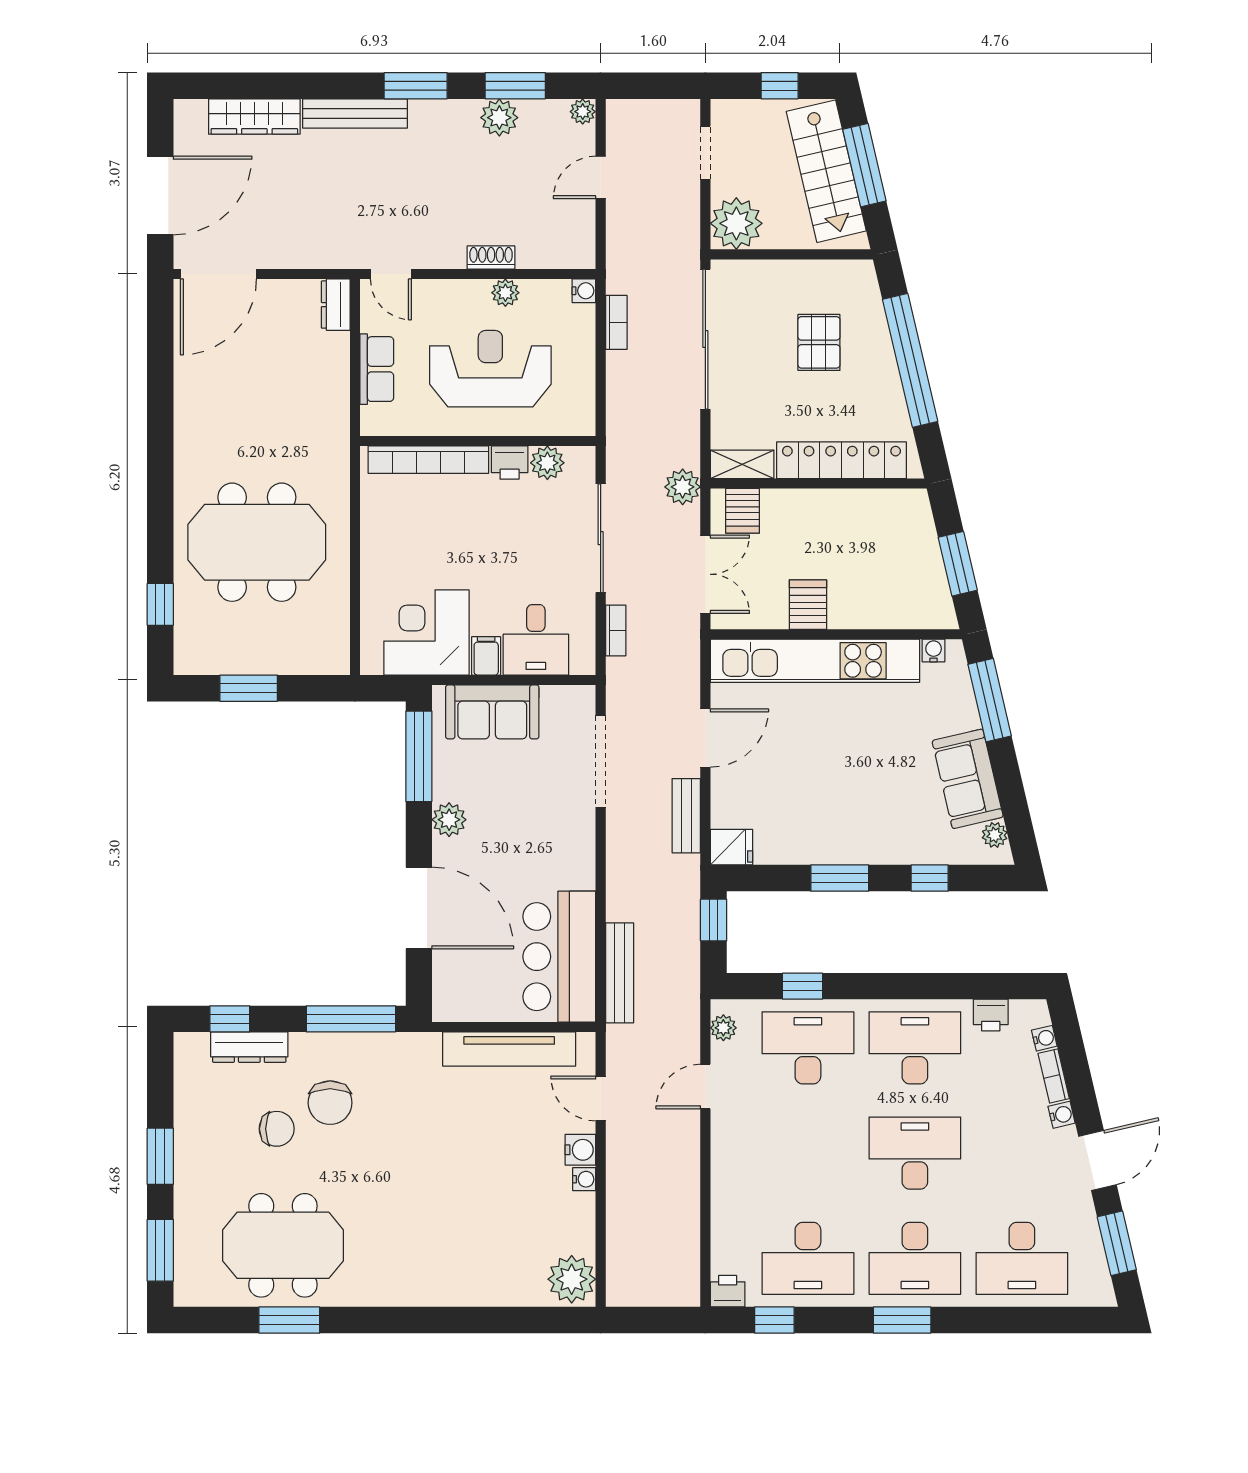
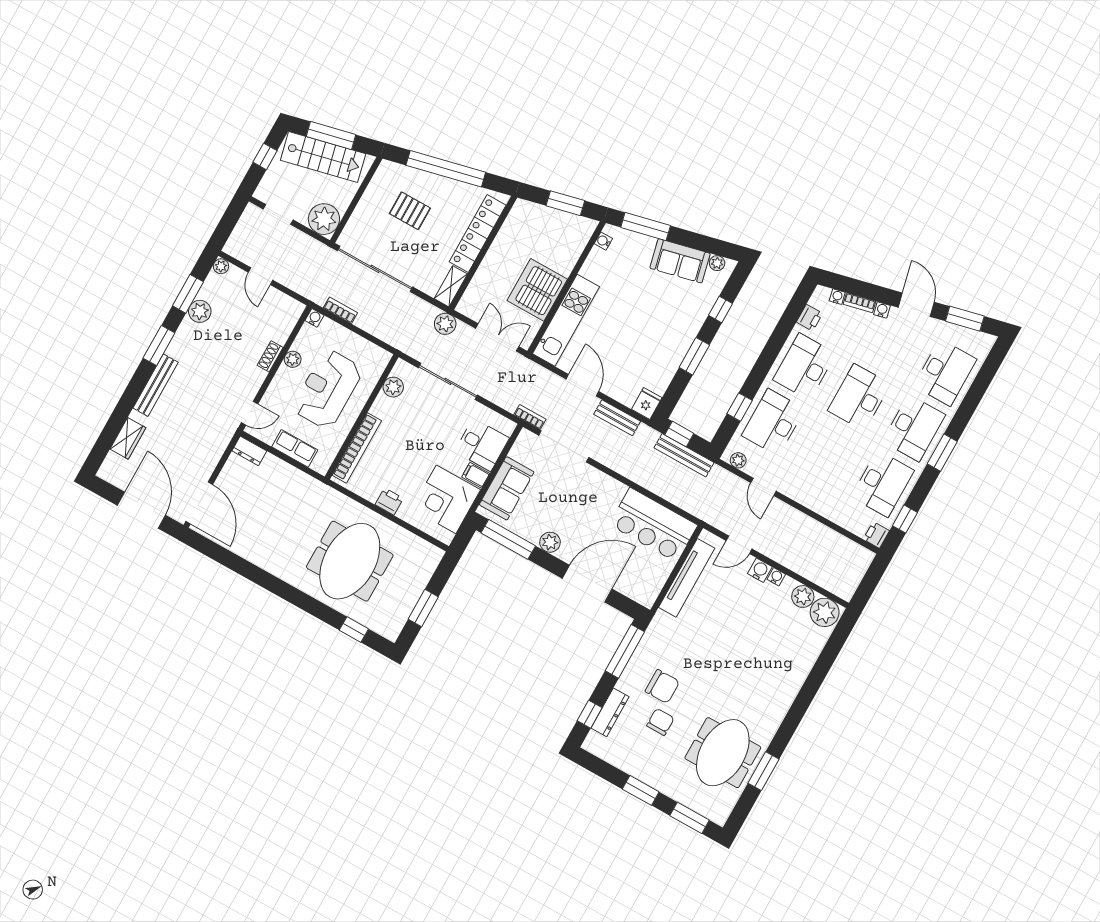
wardrobe: (254, 117) -> (128, 438), width x0.67
printer: (510, 463) -> (389, 501), moved, turned -90
server rack: (742, 511) -> (475, 300), removed
server rack: (808, 605) -> (537, 290), width x2.18, depth x1.44
bookcase: (616, 630) -> (530, 417), moved
kitchen unit: (815, 661) -> (566, 320), width x0.73
bench: (620, 973) -> (684, 455), moved
plant: (577, 1234) -> (803, 596), added

